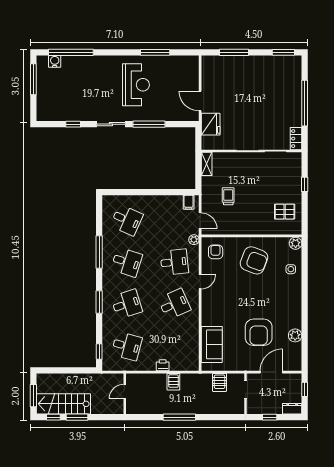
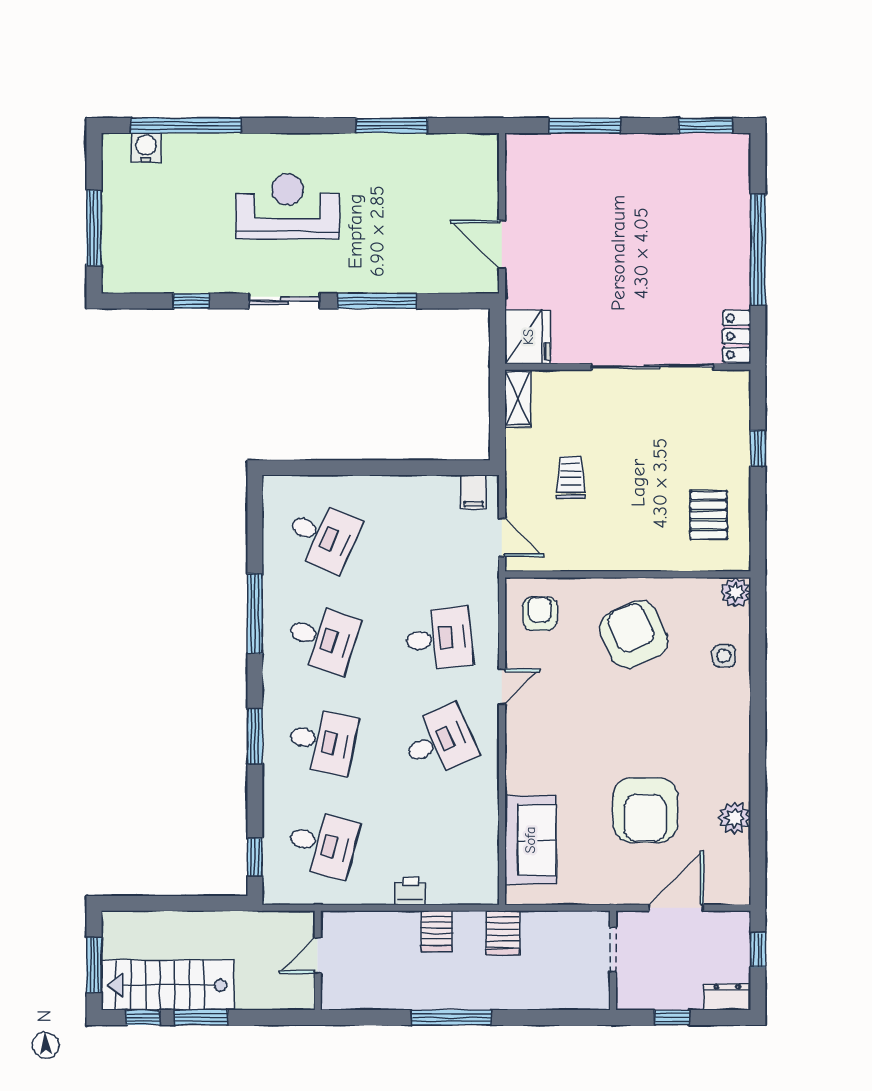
window: (33, 79) -> (94, 228), moved
reception desk: (136, 85) -> (288, 207), moved, turned -90
fridge: (211, 124) -> (528, 337), moved
pallet: (285, 212) -> (709, 515), turned 90
plant: (194, 240) -> (487, 584), removed
armchair: (254, 260) -> (634, 634), turned -135
desk: (127, 304) -> (322, 741), turned 30
server rack: (219, 382) -> (503, 933), moved

